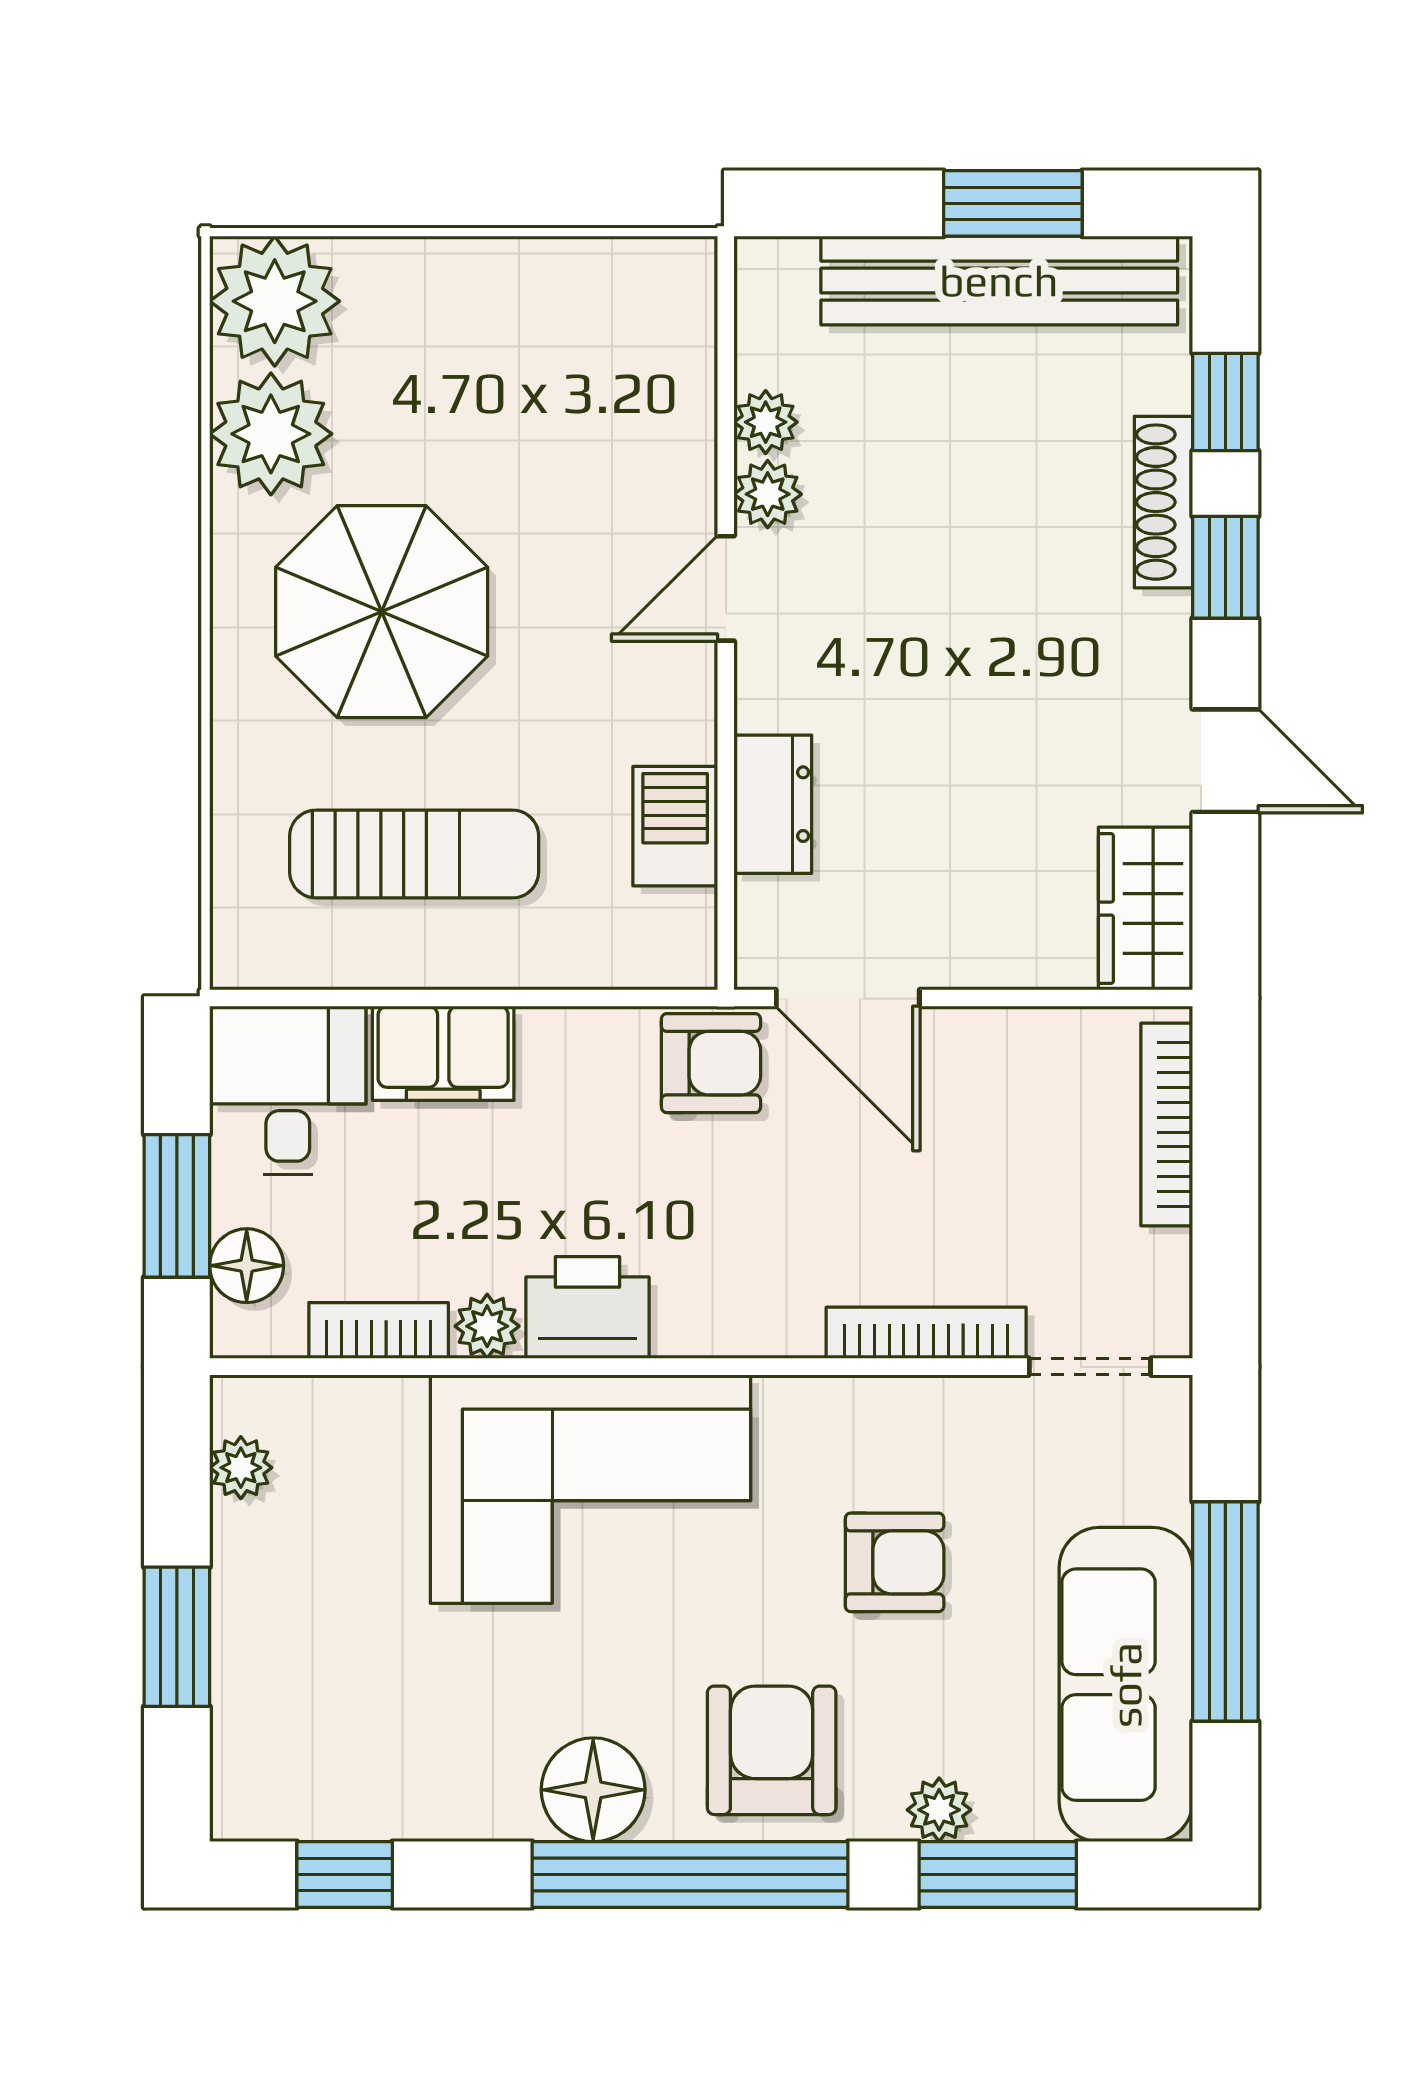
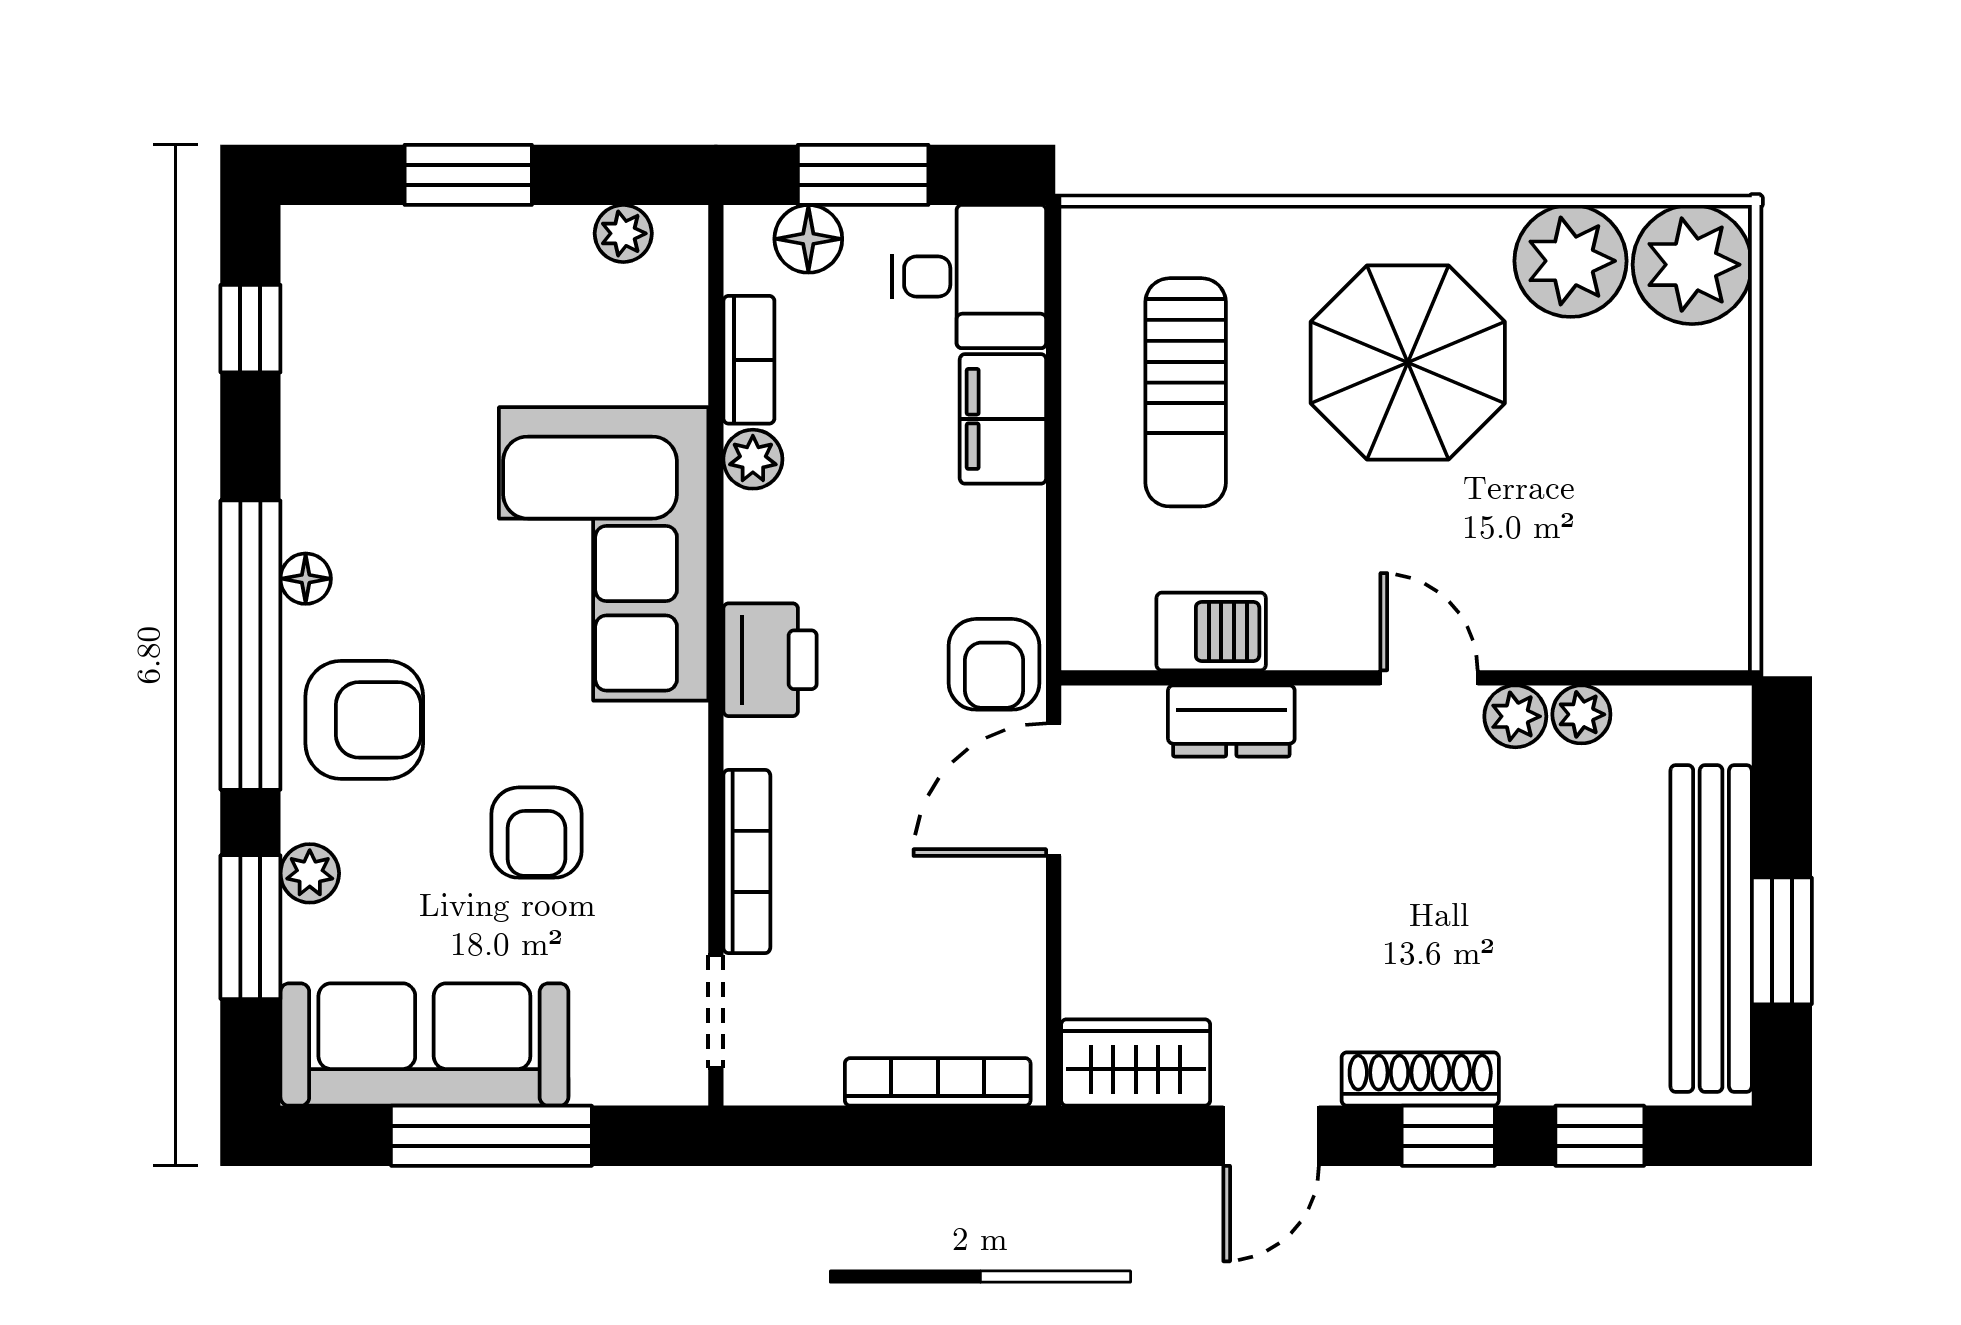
shoe rack: (1163, 502) -> (1420, 1079), moved
printer: (587, 1308) -> (770, 660), moved
floor lamp: (593, 1790) -> (306, 579), width x0.53, depth x0.53

